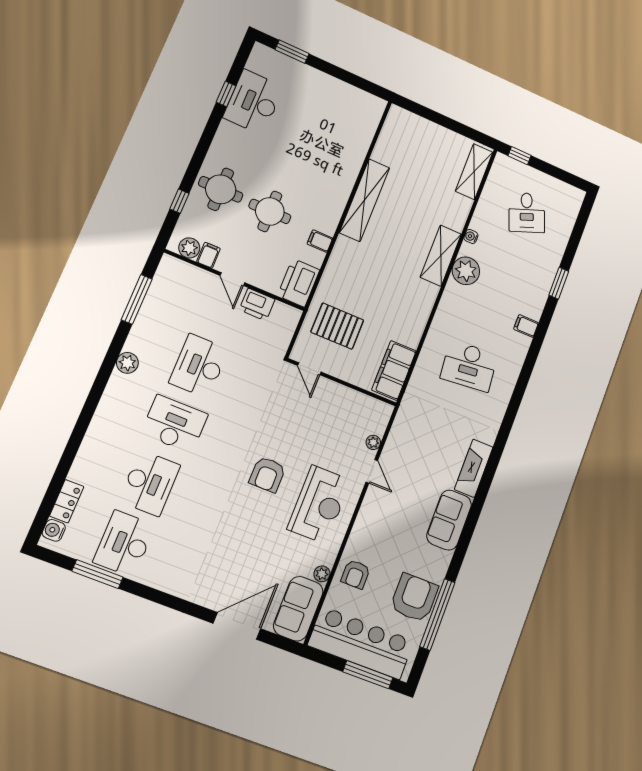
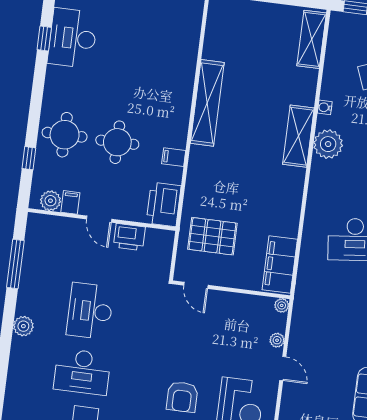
plant: (386, 410) -> (282, 305), added
desk: (174, 424) -> (82, 372), turned 180

